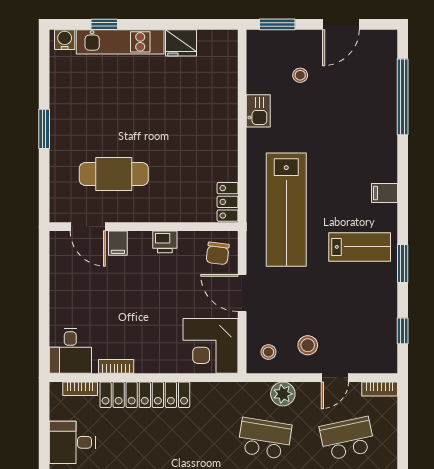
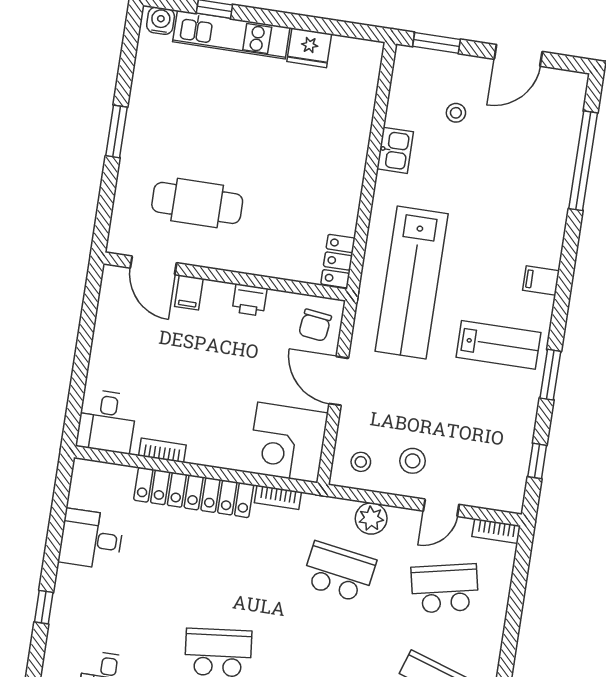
bookcase: (80, 389) -> (278, 497), moved

